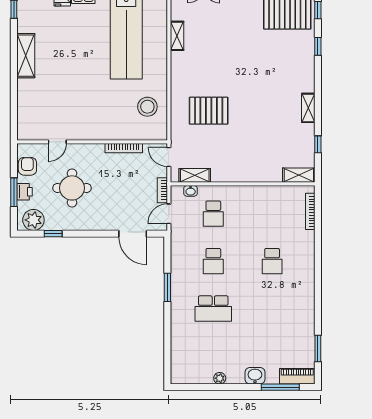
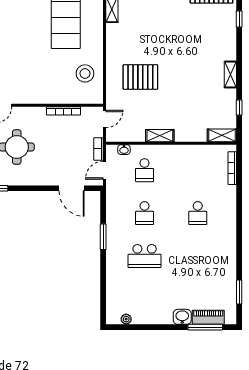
door: (169, 157) -> (104, 119), swing flipped
shelving: (195, 175) -> (160, 136), moved
piano: (297, 376) -> (208, 317), moved
plant: (220, 378) -> (126, 319), moved

